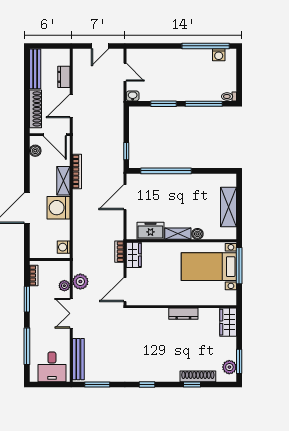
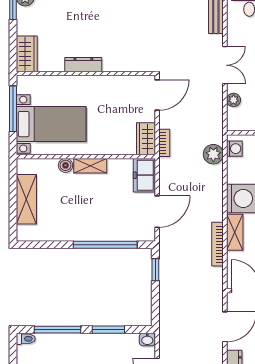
freezer: (150, 231) -> (144, 175), moved, turned 90
window: (239, 266) -> (13, 109), moved
plant: (80, 282) -> (213, 154), moved

